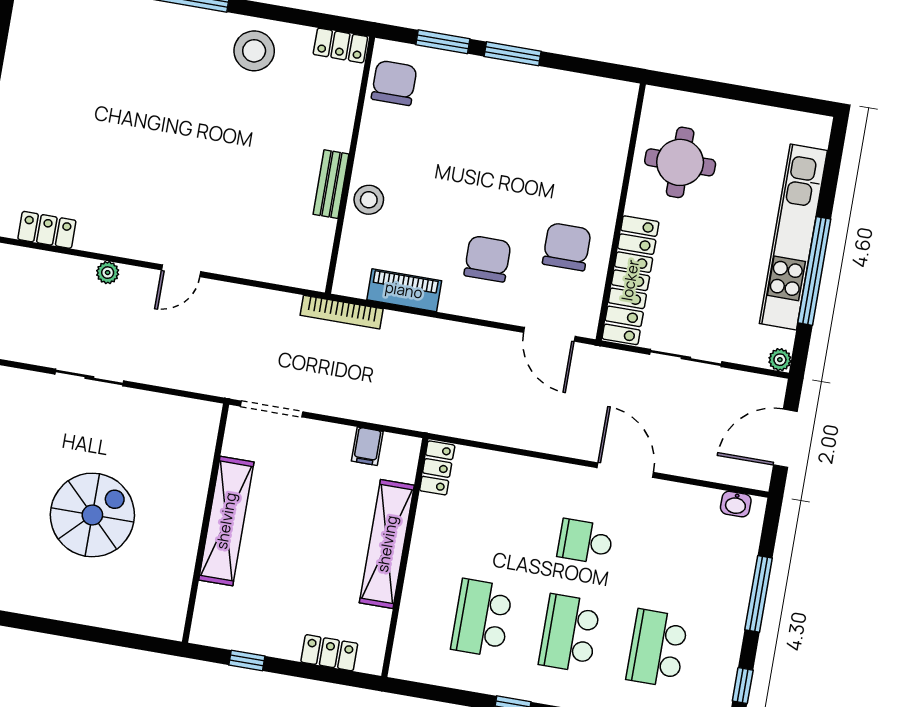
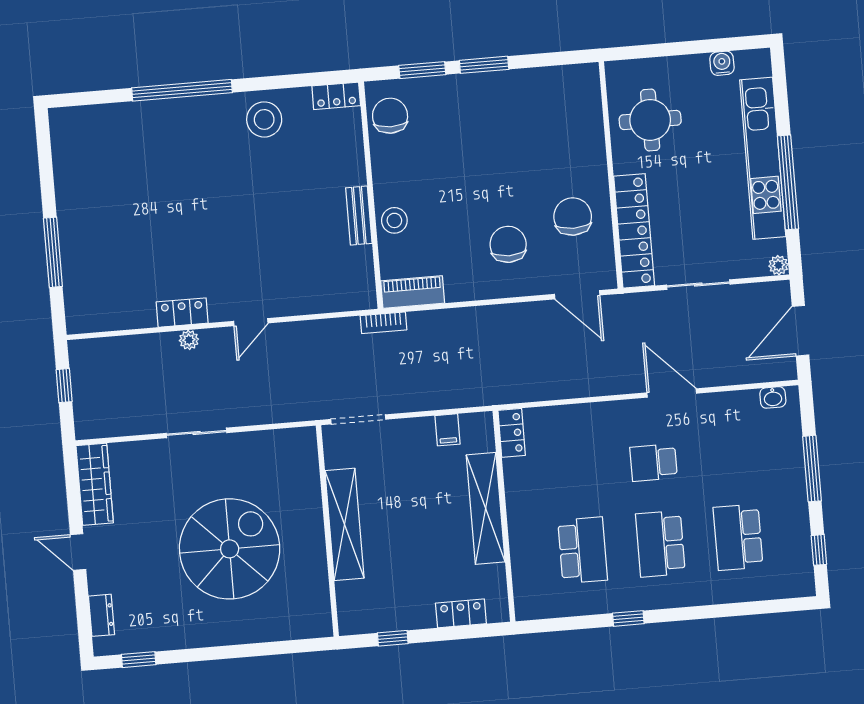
water cooler: (776, 120) -> (722, 63), added
locker: (47, 230) -> (182, 313), moved
piano: (404, 290) -> (413, 292), moved
bookcase: (342, 312) -> (384, 323), width x0.64
spiral stairs: (92, 515) -> (230, 549), width x1.37, depth x1.37
school desk: (482, 618) -> (583, 550), turned 180

